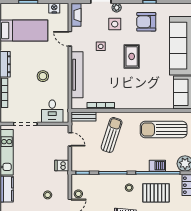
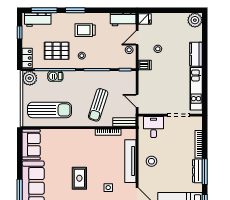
stool: (43, 76) -> (151, 161), moved
dishwasher: (62, 166) -> (145, 65), moved

